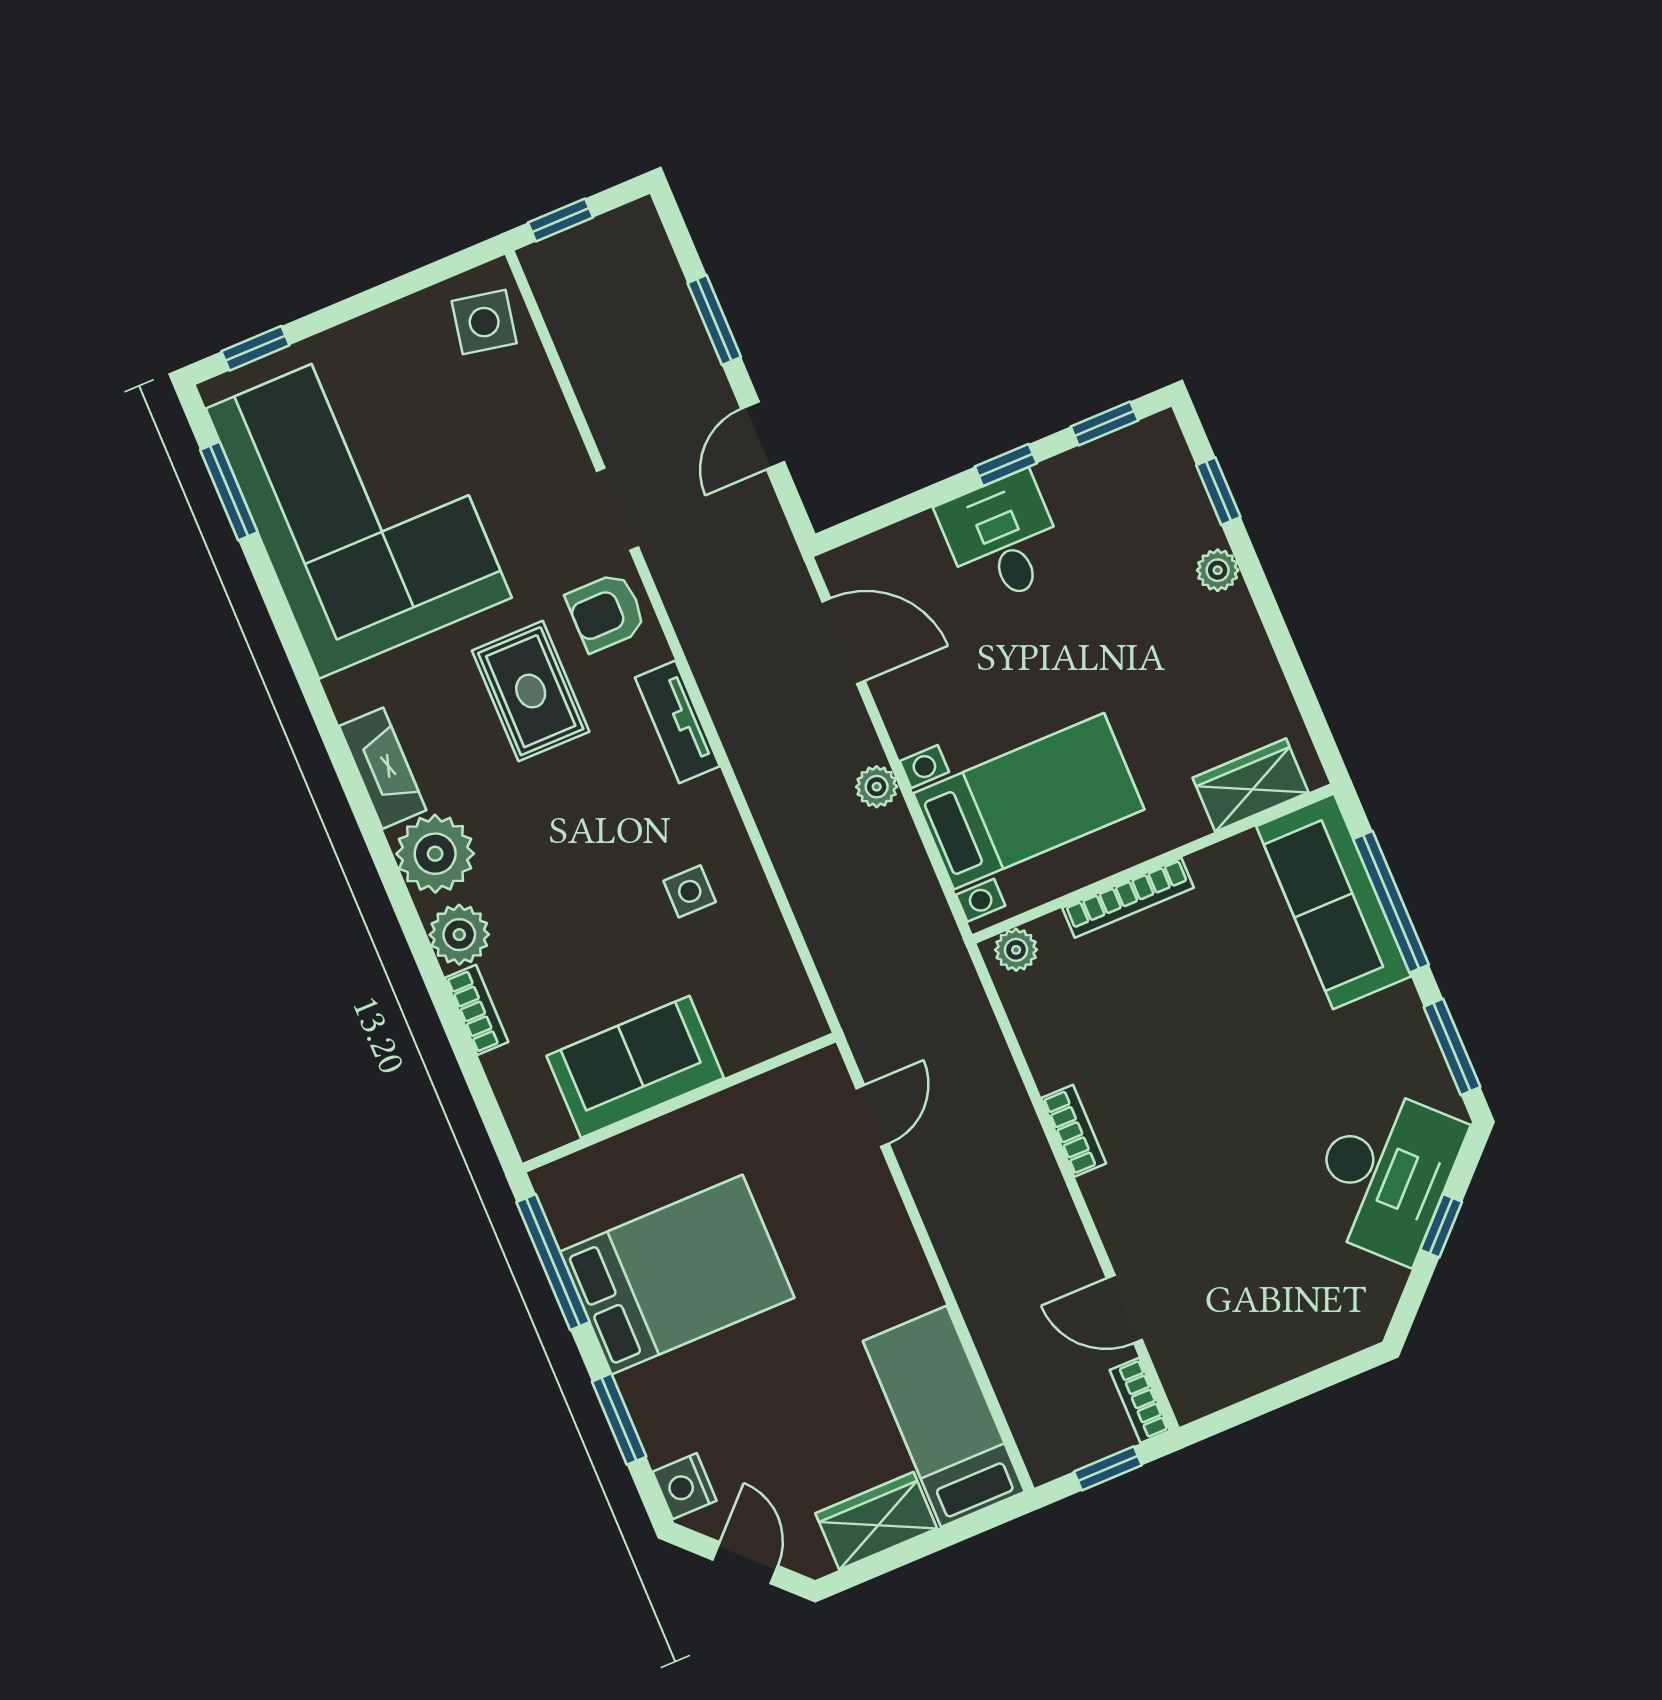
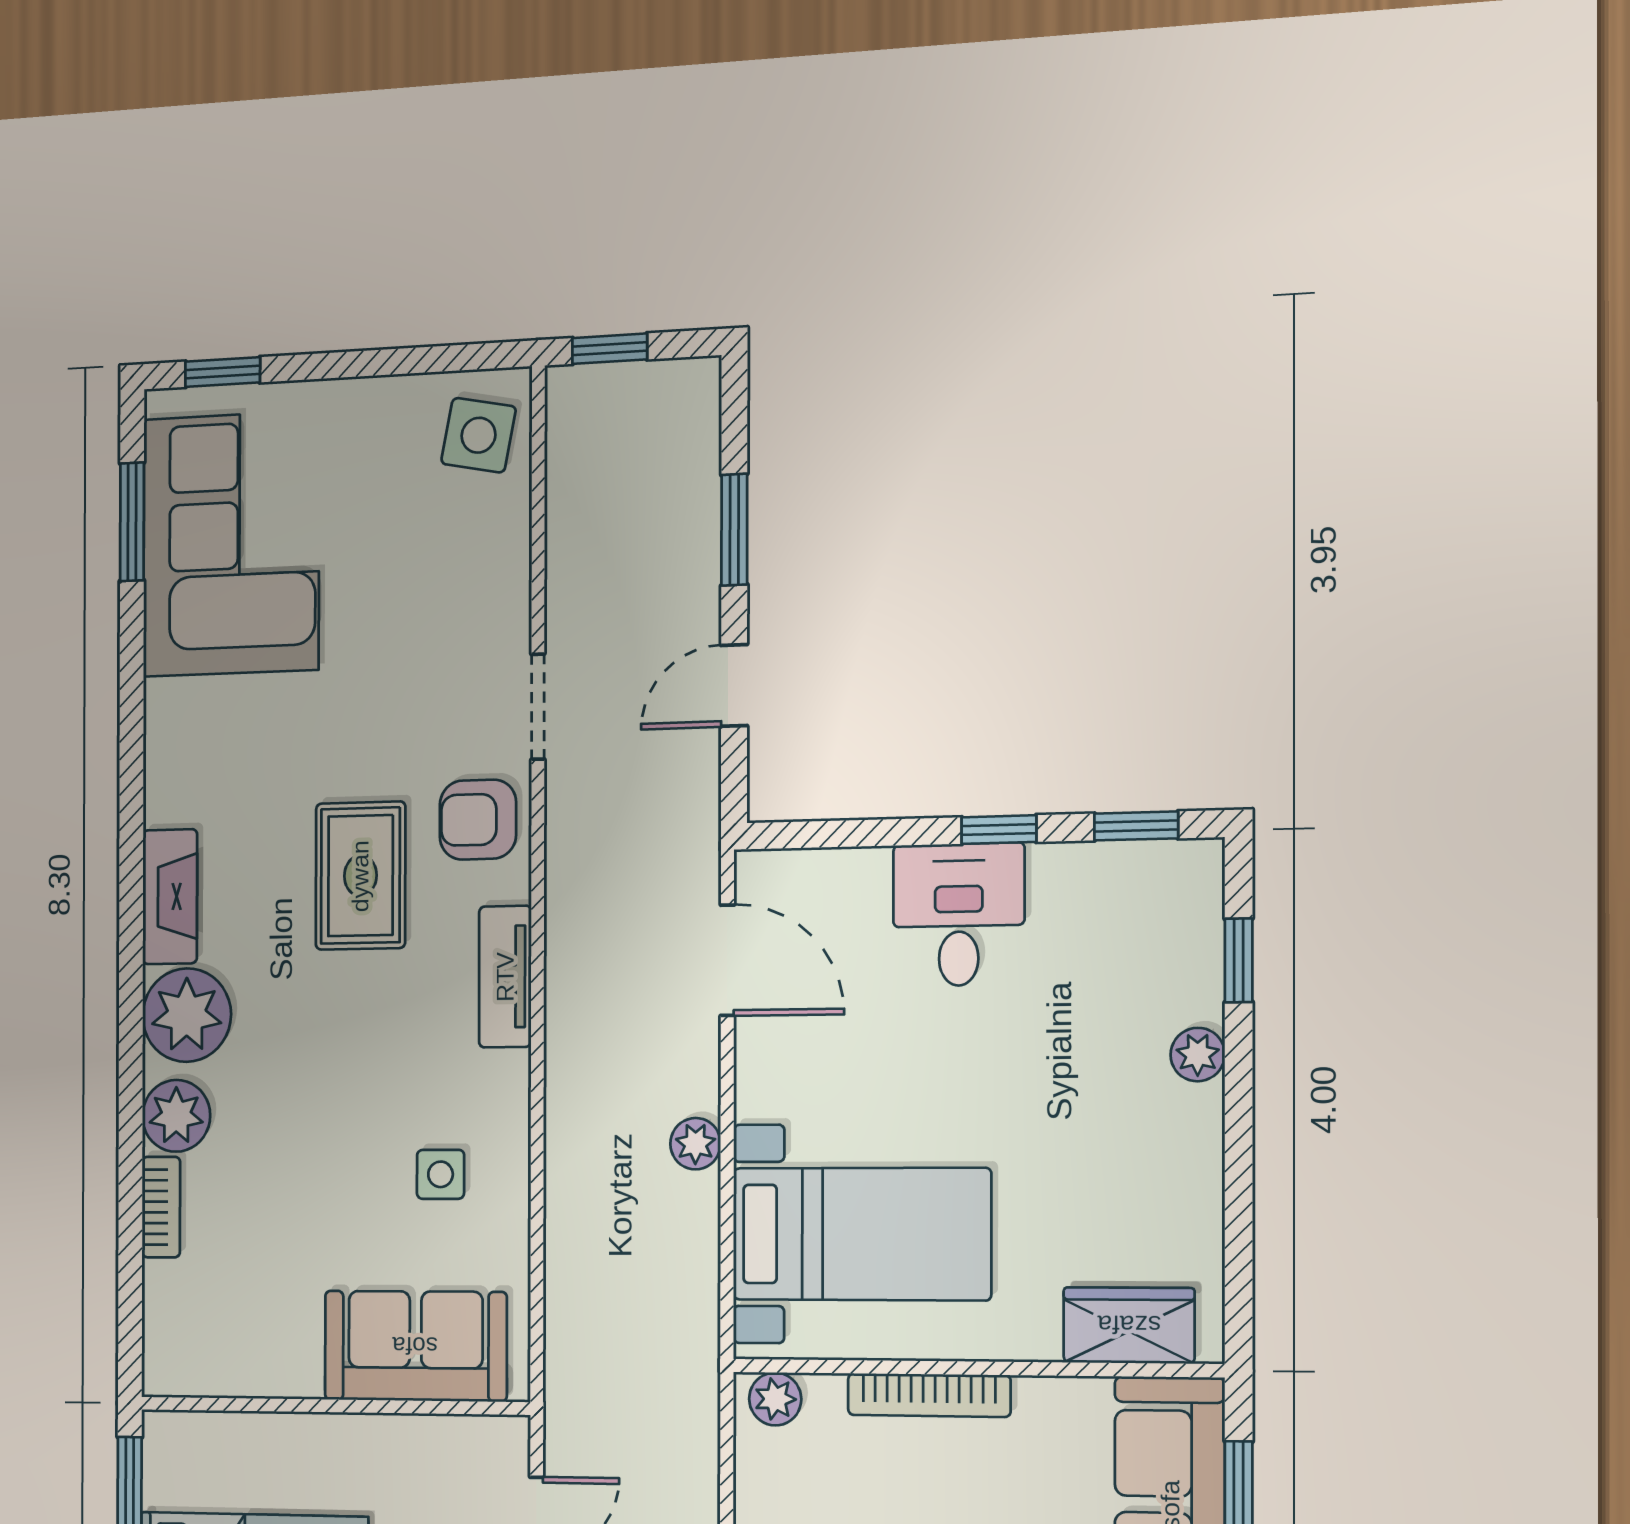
corner sofa: (359, 503) -> (231, 544), width x0.73, depth x0.74
sofa: (635, 1067) -> (415, 1346), moved

